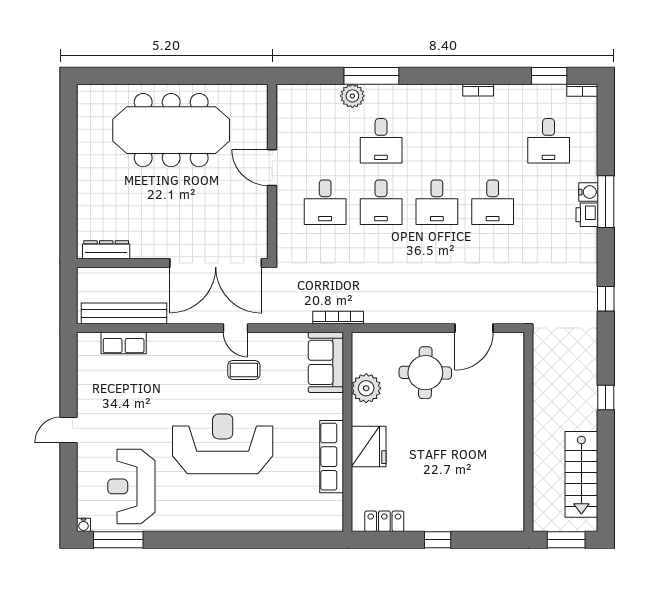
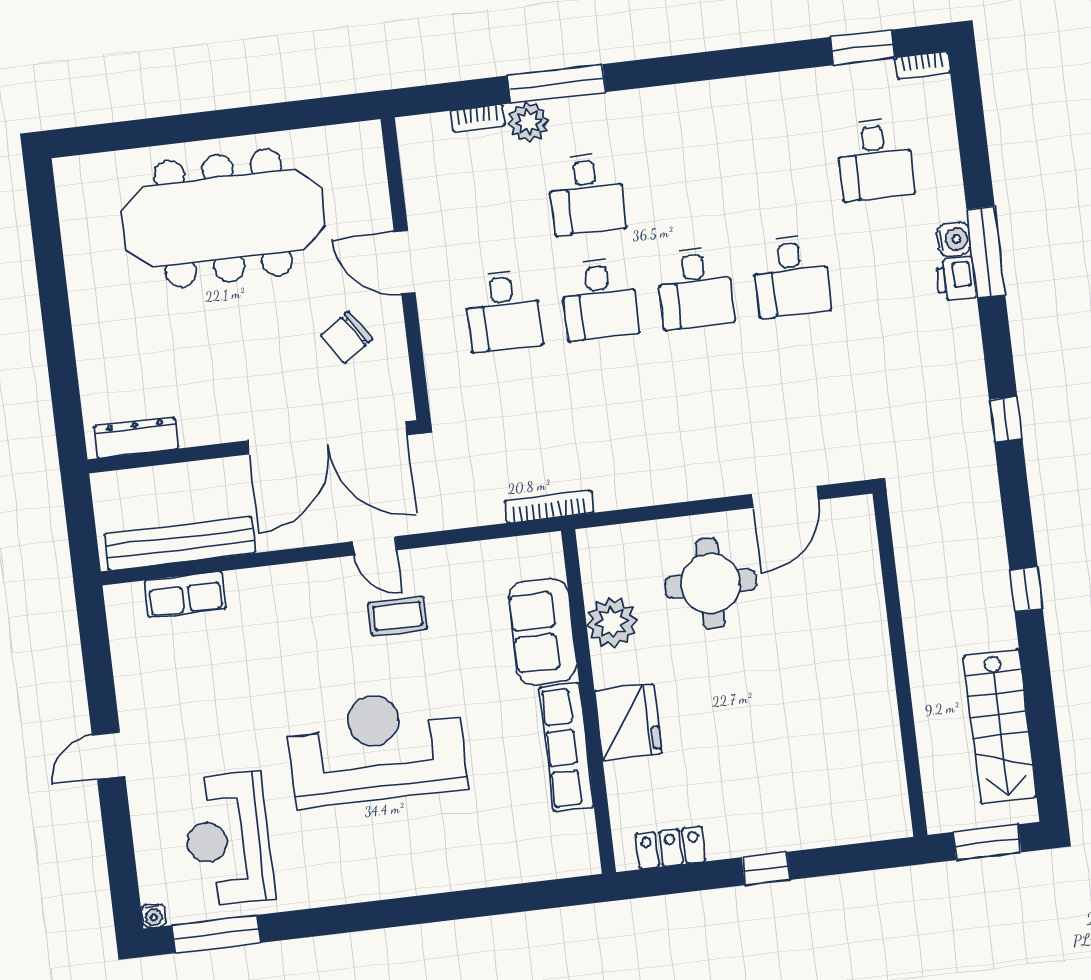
bookcase: (478, 90) -> (478, 118), moved
chair: (234, 207) -> (347, 337), added
sofa: (326, 362) -> (543, 631), moved

